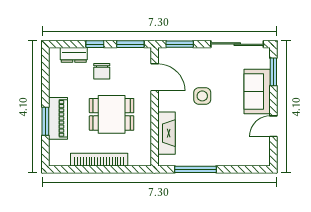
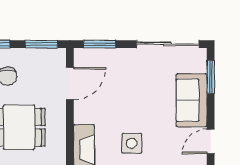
door: (155, 77) -> (70, 83), hinge flipped
side table: (202, 96) -> (132, 143), moved

